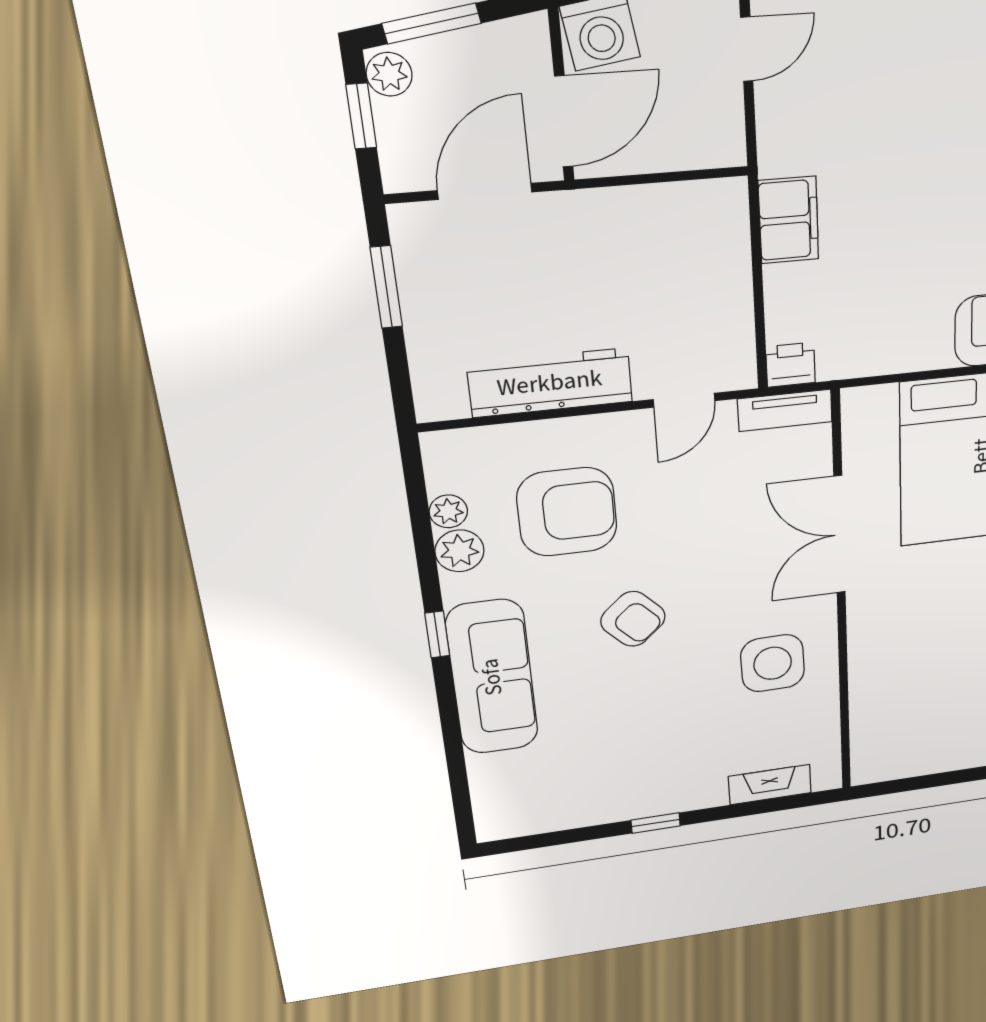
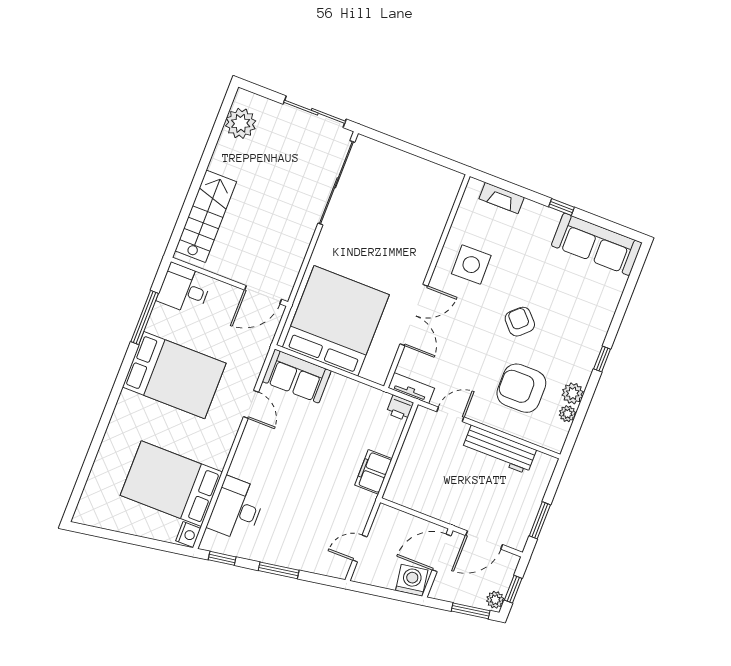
sofa: (492, 677) -> (597, 244), moved, turned -90

